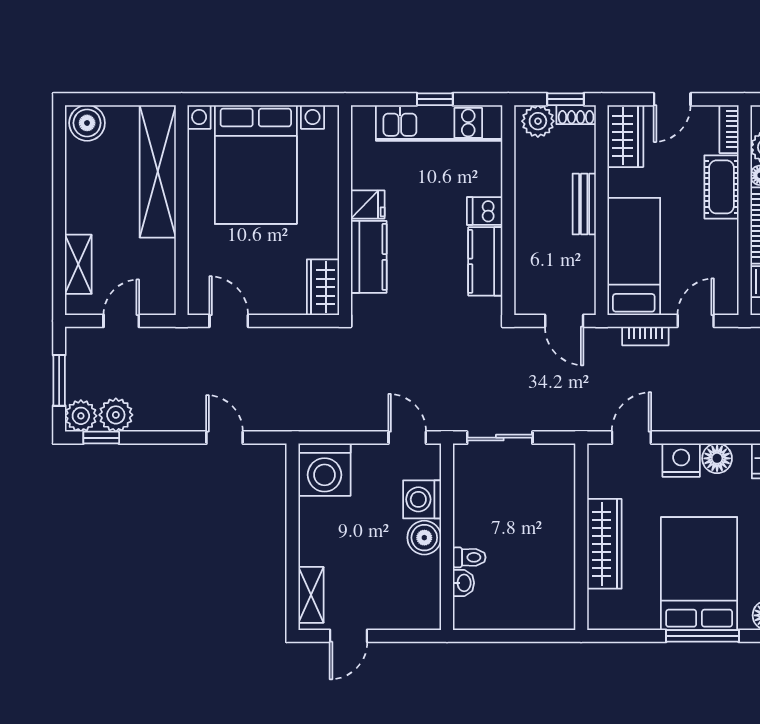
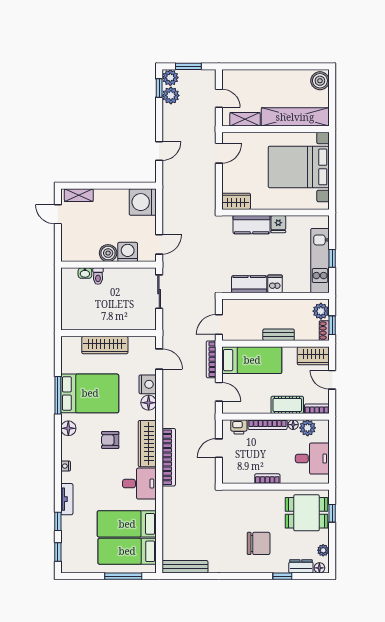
shelving: (78, 264) -> (245, 119), moved
bookcase: (645, 336) -> (211, 359), width x1.56

